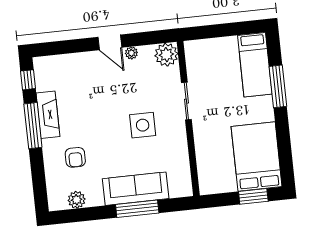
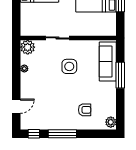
door: (110, 42) -> (16, 106), moved
fireplace: (48, 115) -> (57, 124), removed
sofa: (136, 189) -> (108, 61), moved
plant: (77, 200) -> (111, 122), moved

